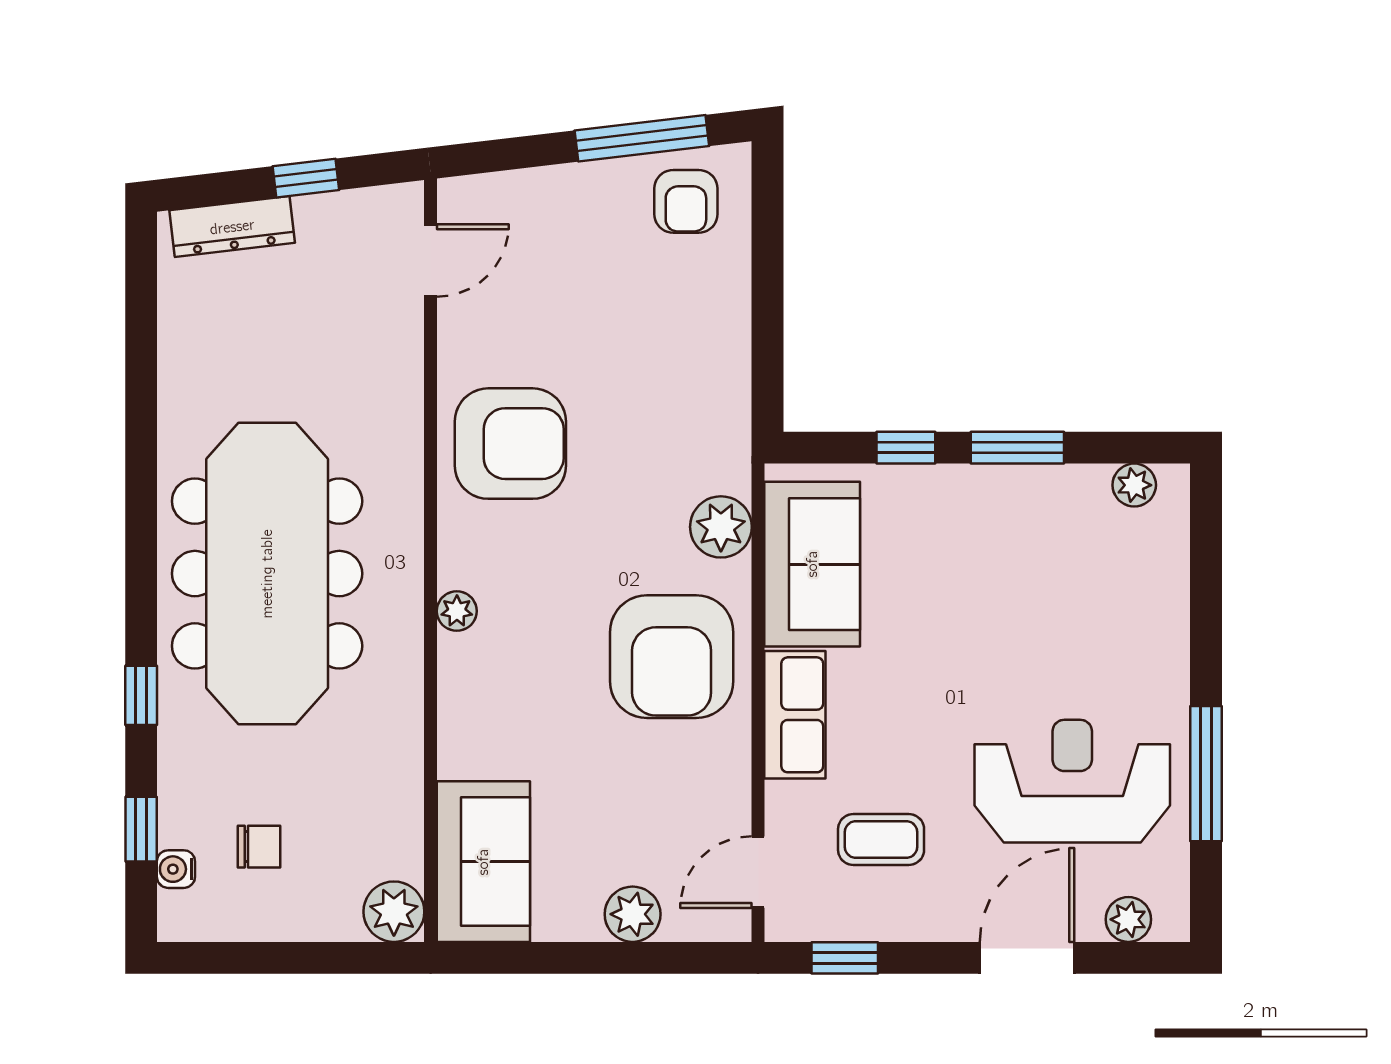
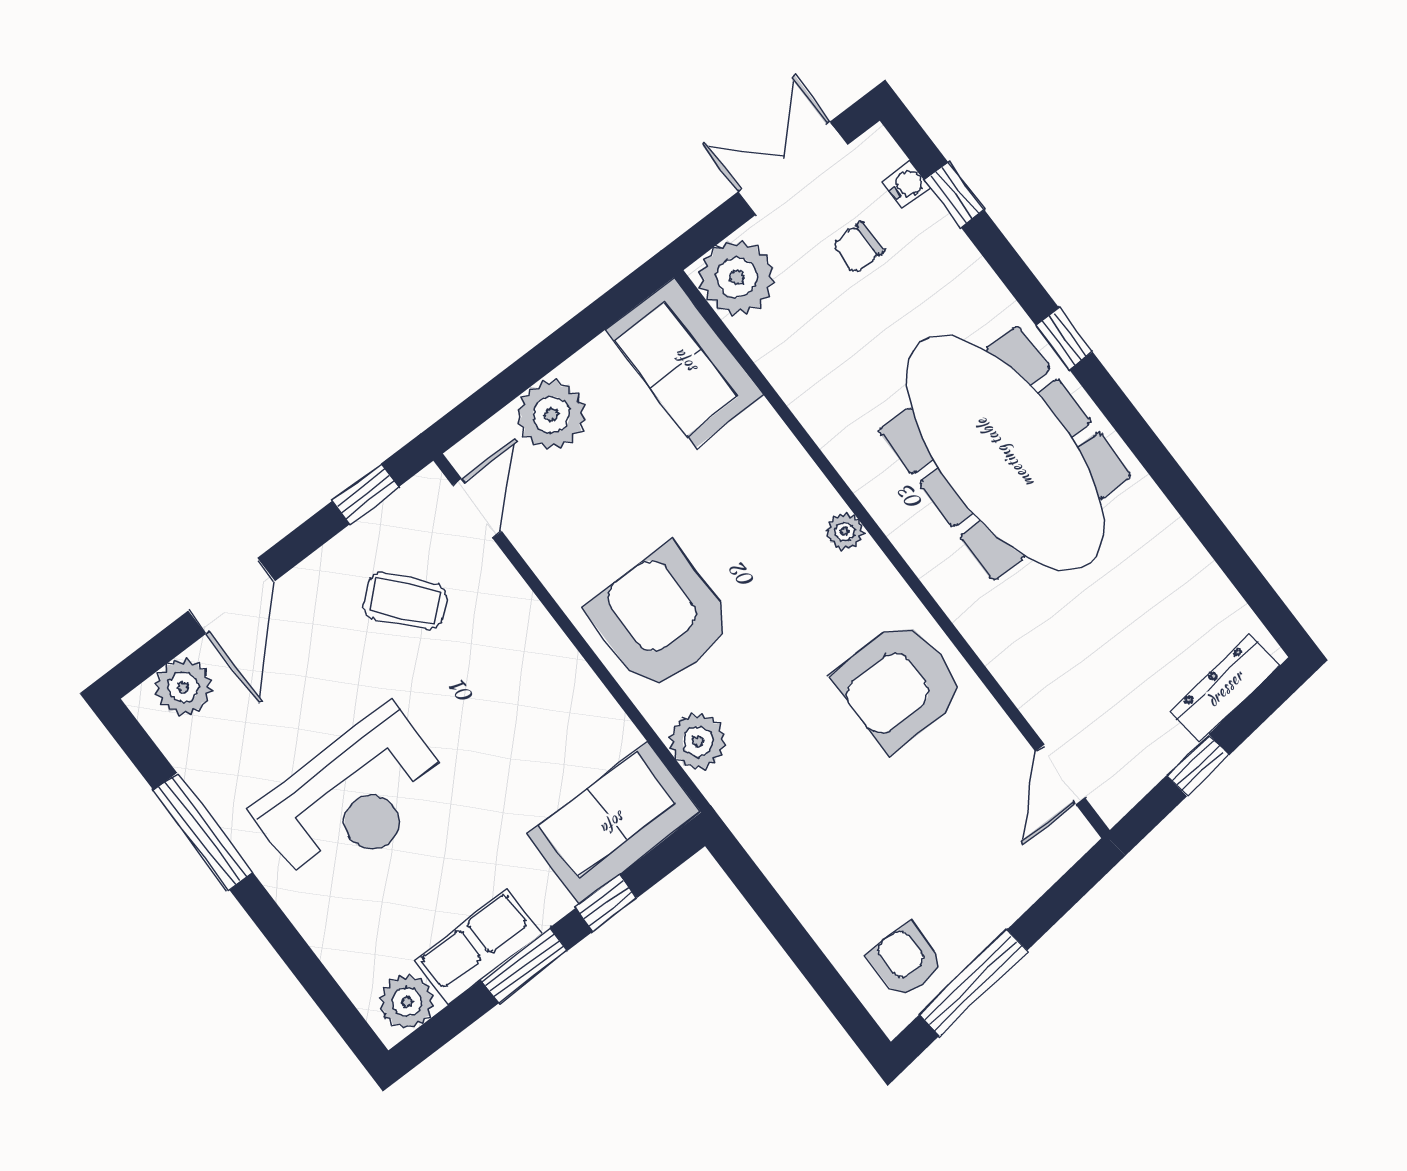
plant: (1134, 485) -> (407, 1002), width x1.38, depth x1.38
sofa: (812, 564) -> (614, 823), moved, turned 90
window: (141, 695) -> (1064, 339), moved
row of seats: (795, 715) -> (478, 947), moved, turned 90
reception desk: (1072, 781) -> (354, 799), moved
coffee table: (881, 840) -> (405, 601), turned 49
plant: (394, 912) -> (737, 277), width x1.36, depth x1.36
plant: (633, 914) -> (551, 415), width x1.36, depth x1.36
plant: (1128, 919) -> (183, 687), width x1.38, depth x1.38
double door: (263, 958) -> (793, 168), added

